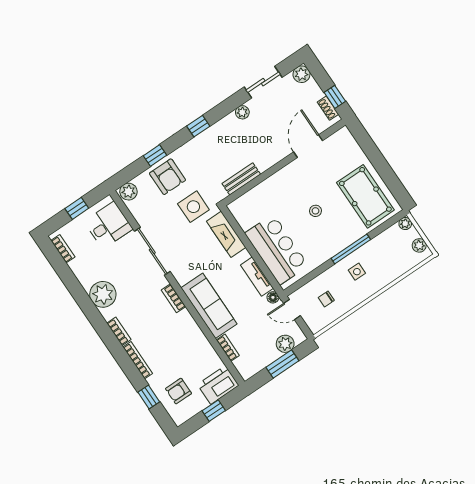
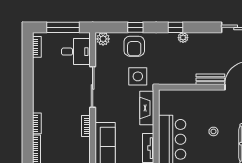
plant: (242, 112) -> (183, 38), moved
bench: (241, 179) -> (210, 79), moved
window: (77, 208) -> (63, 27), width x2.17
plant: (103, 294) -> (43, 93), removed

